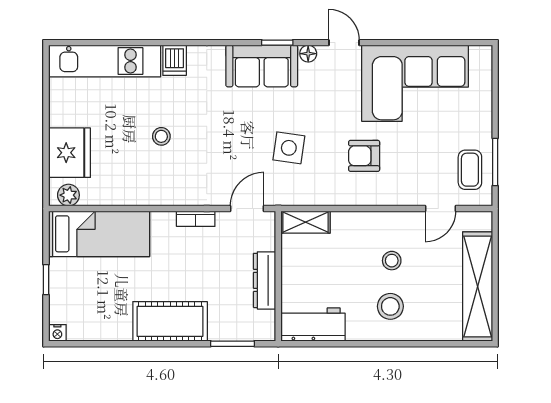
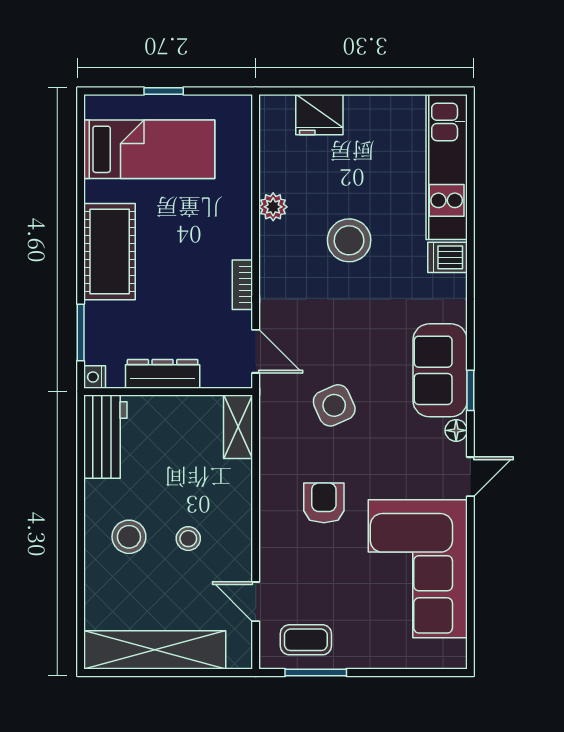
stool: (161, 136) -> (349, 240), width x1.89, depth x1.89
side table: (289, 148) -> (334, 405), turned -32
fridge: (70, 153) -> (319, 115), width x0.73, depth x0.75
plant: (68, 195) -> (273, 207), moved
bed: (99, 234) -> (149, 149), moved, turned -90
nightstand: (57, 333) -> (95, 377), moved

